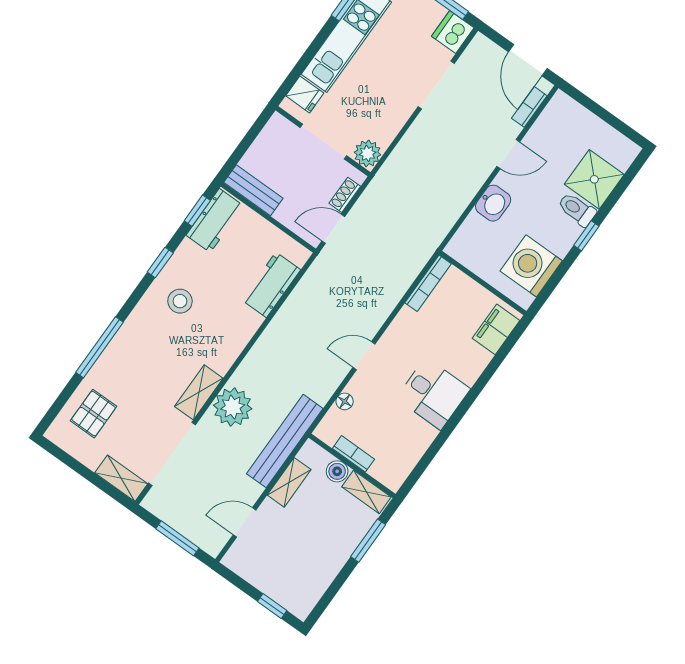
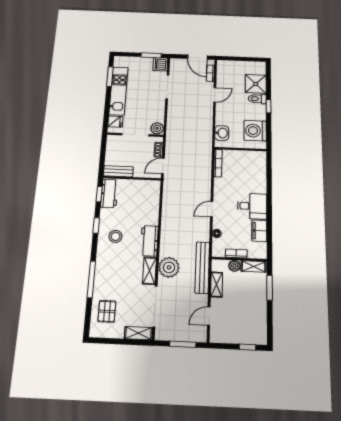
washbasin: (493, 203) -> (222, 133), moved
workbench: (271, 285) -> (149, 241), moved
filing cabinet: (496, 329) -> (259, 231), moved

